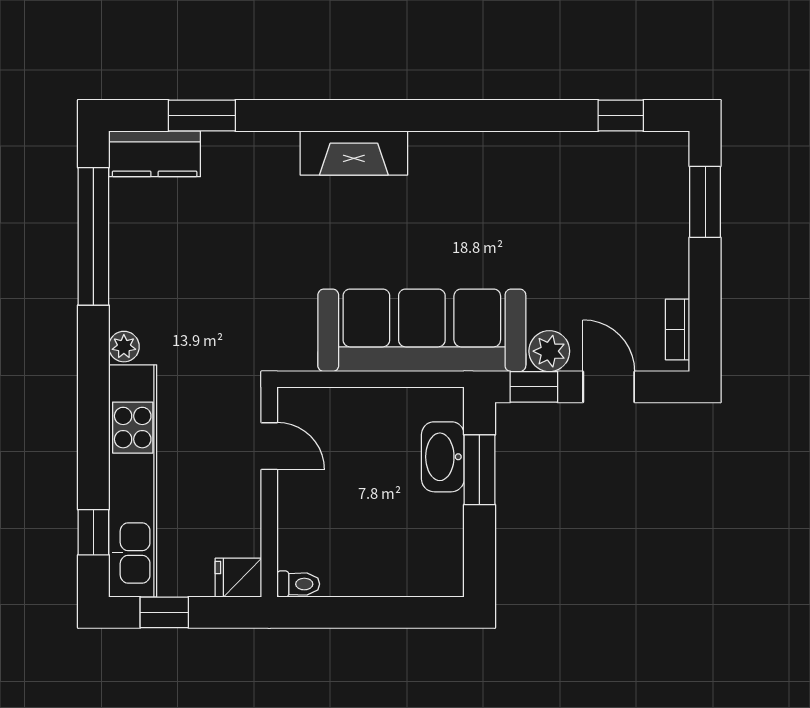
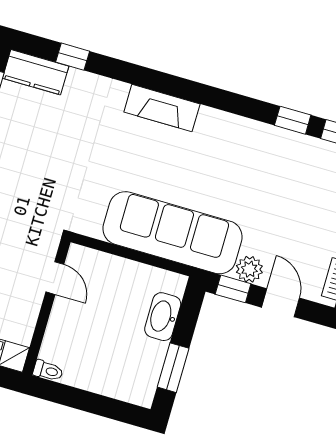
window: (202, 115) -> (73, 57), width x0.67
window: (550, 115) -> (293, 120), added
window: (479, 470) -> (173, 368), moved

